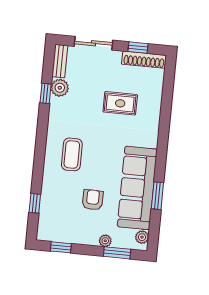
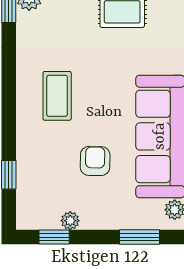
plant: (105, 241) -> (70, 221), moved

